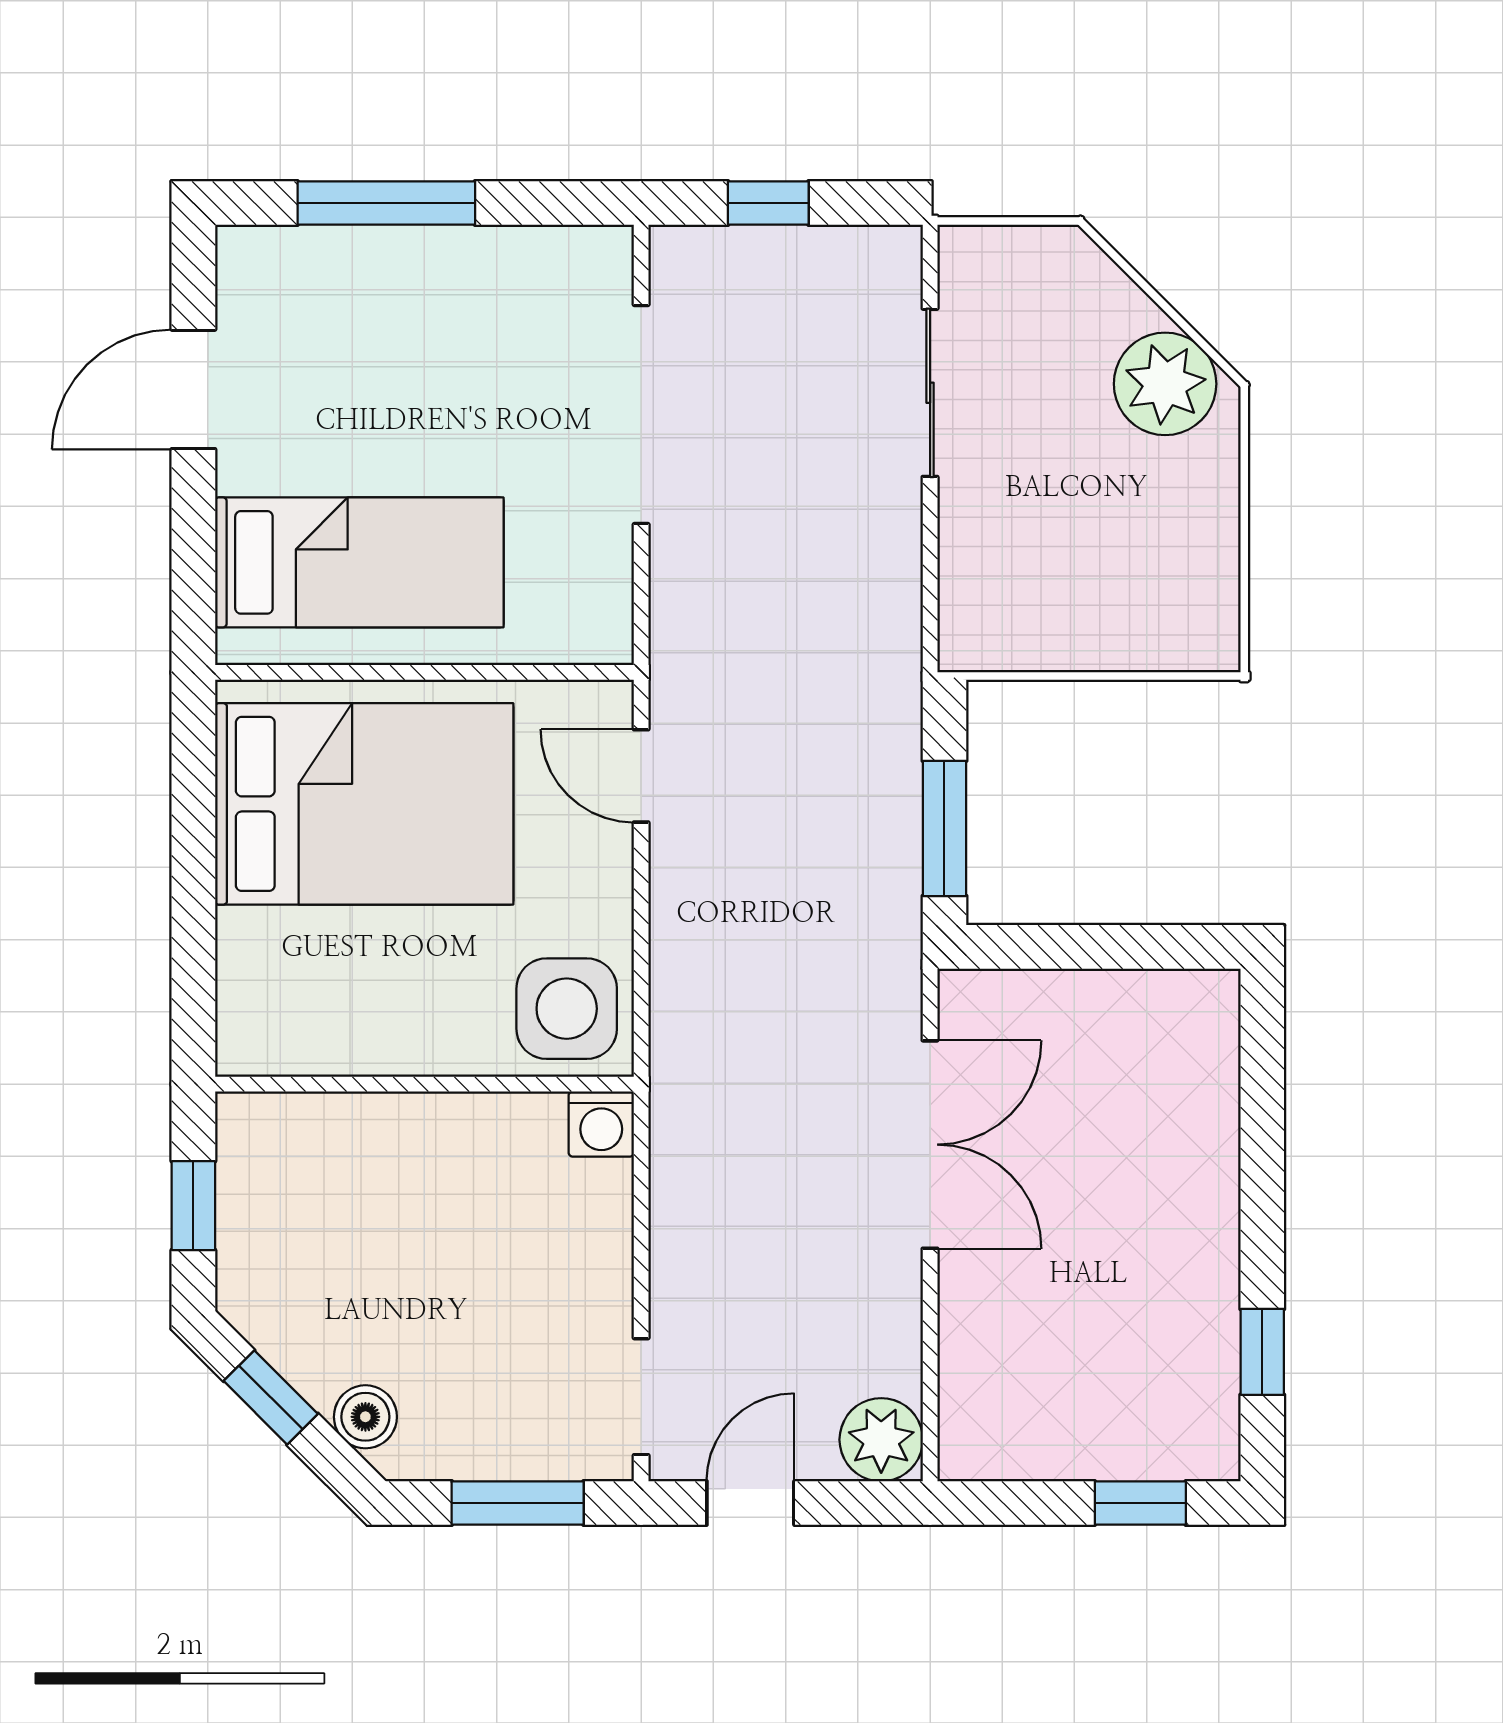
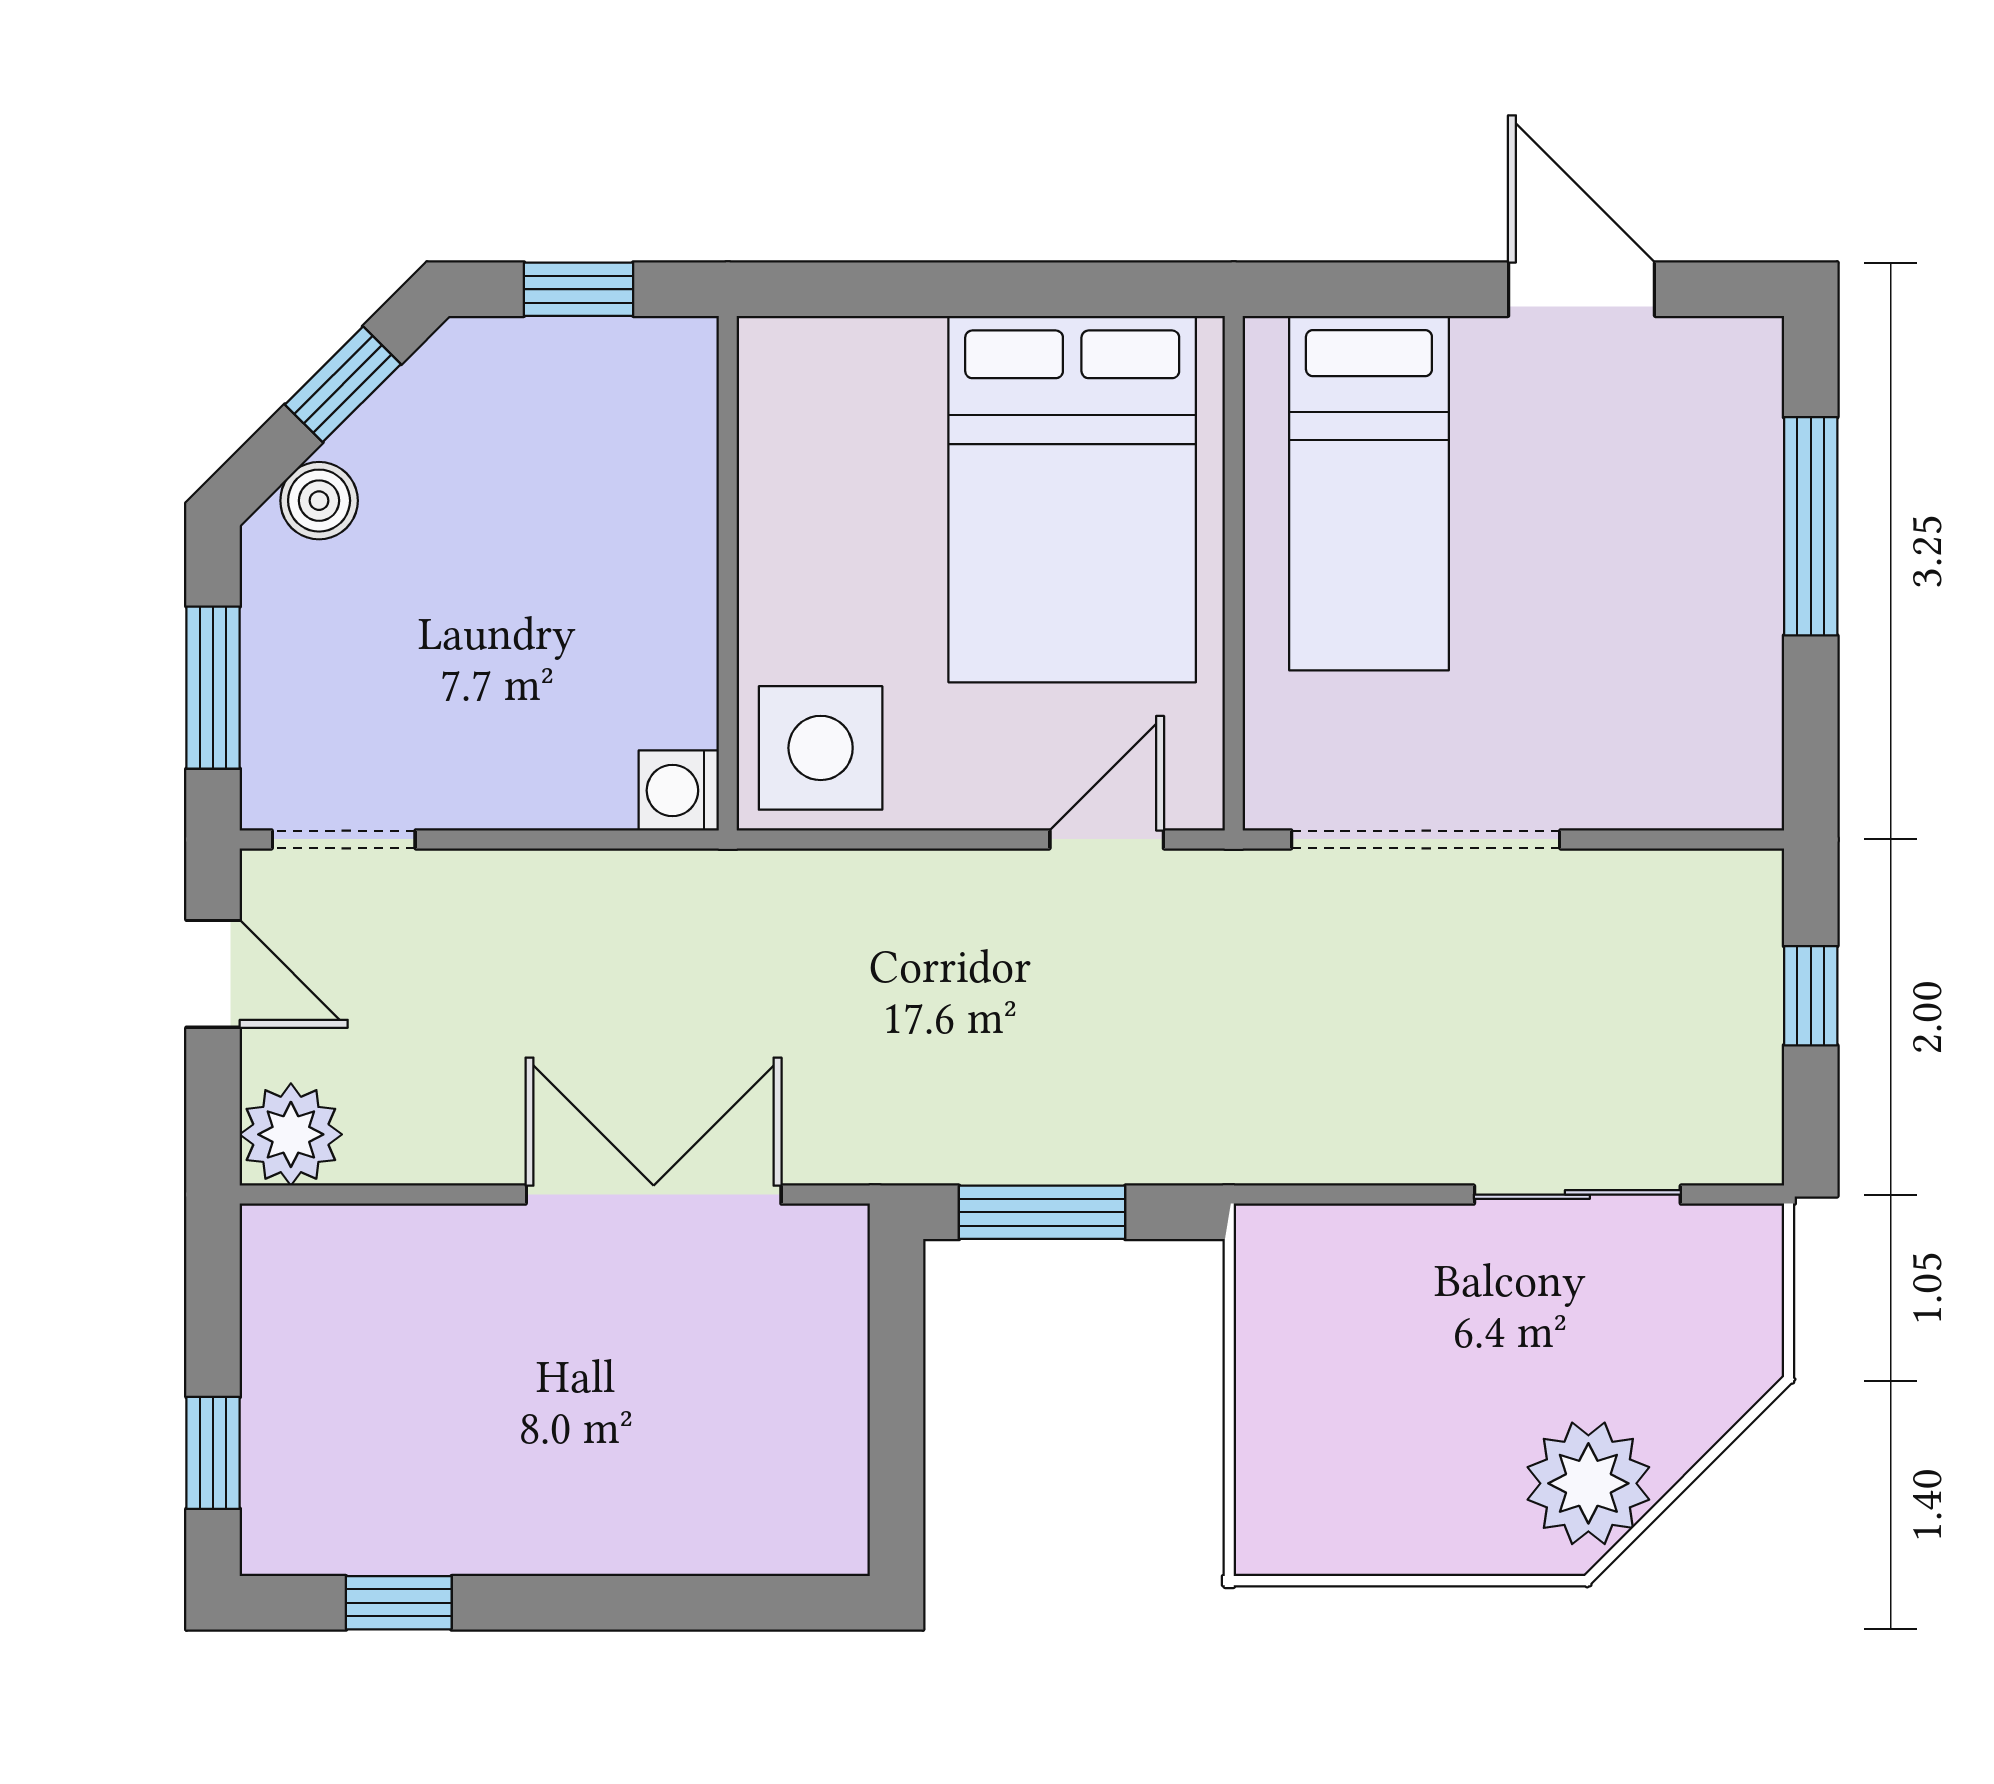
doorway: (641, 414) -> (1426, 839), moved
double door: (930, 1145) -> (654, 1195), swing flipped

